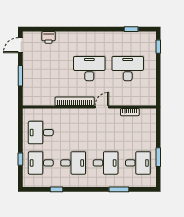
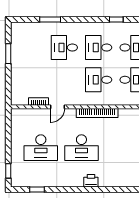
printer: (49, 37) -> (91, 181), moved
door: (102, 107) -> (57, 107), moved
desk: (138, 163) -> (99, 80), moved

